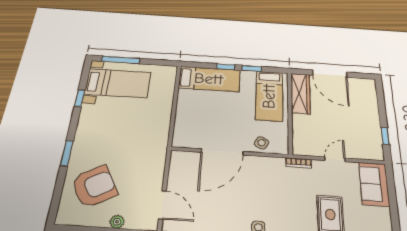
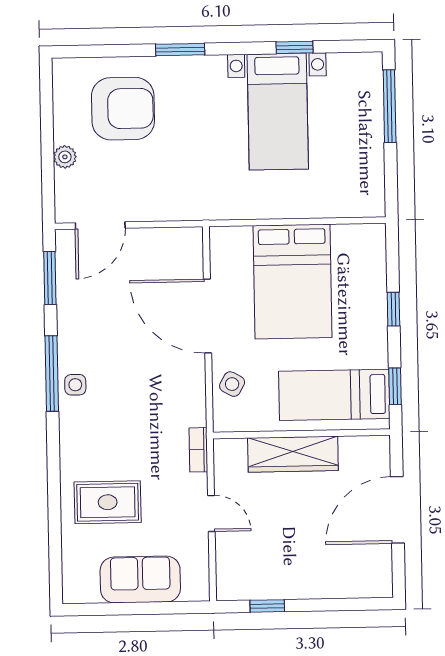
window: (252, 68) -> (395, 386), moved
bed: (209, 79) -> (293, 282), moved, width x1.50
bed with nightstands: (118, 83) -> (278, 112), moved
wardrobe: (300, 93) -> (293, 454), moved
sofa: (374, 184) -> (140, 579), moved
armchair: (94, 186) -> (123, 109), turned -61

